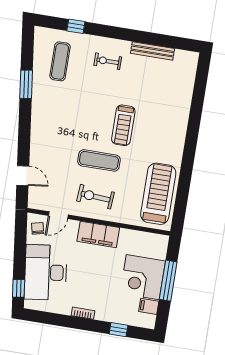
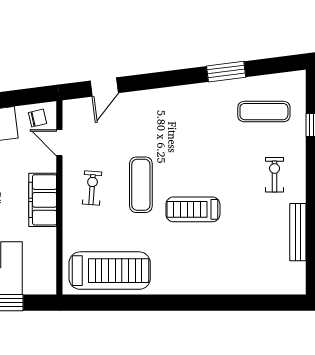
exercise bike: (95, 197) -> (92, 188), width x0.73, depth x0.72

